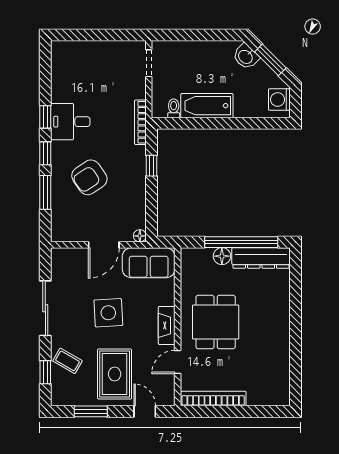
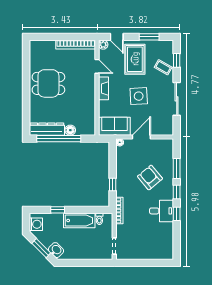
window: (243, 123) -> (58, 210), added
armchair: (89, 177) -> (150, 177), turned -96
dining table: (216, 322) -> (48, 83), moved, turned 90
door: (178, 362) -> (97, 66), hinge flipped
plant: (167, 398) -> (103, 45), added

